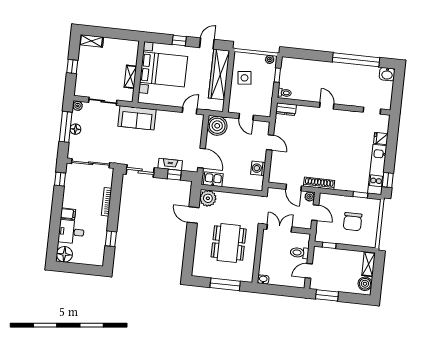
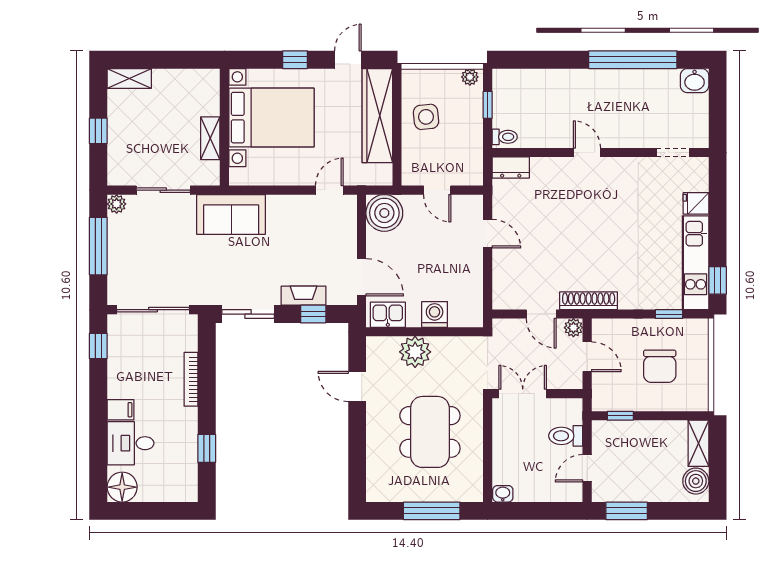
floor lamp: (75, 129) -> (117, 248), removed
washing machine: (258, 168) -> (435, 314), moved, turned 90
plant: (208, 198) -> (415, 352), moved

